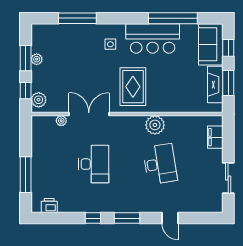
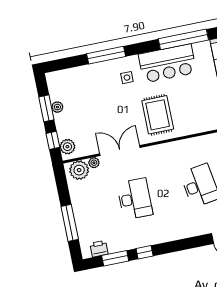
window: (77, 18) -> (106, 55), moved
plant: (155, 125) -> (79, 170), moved
window: (127, 218) -> (115, 258), moved

